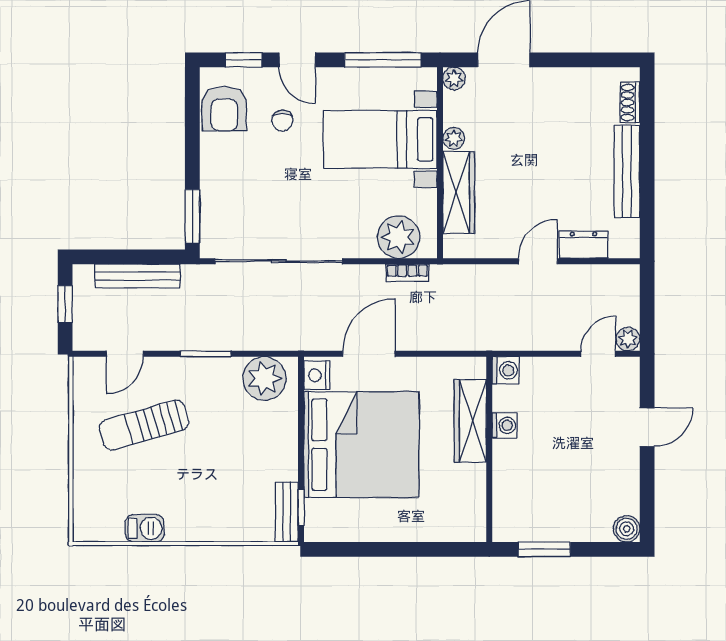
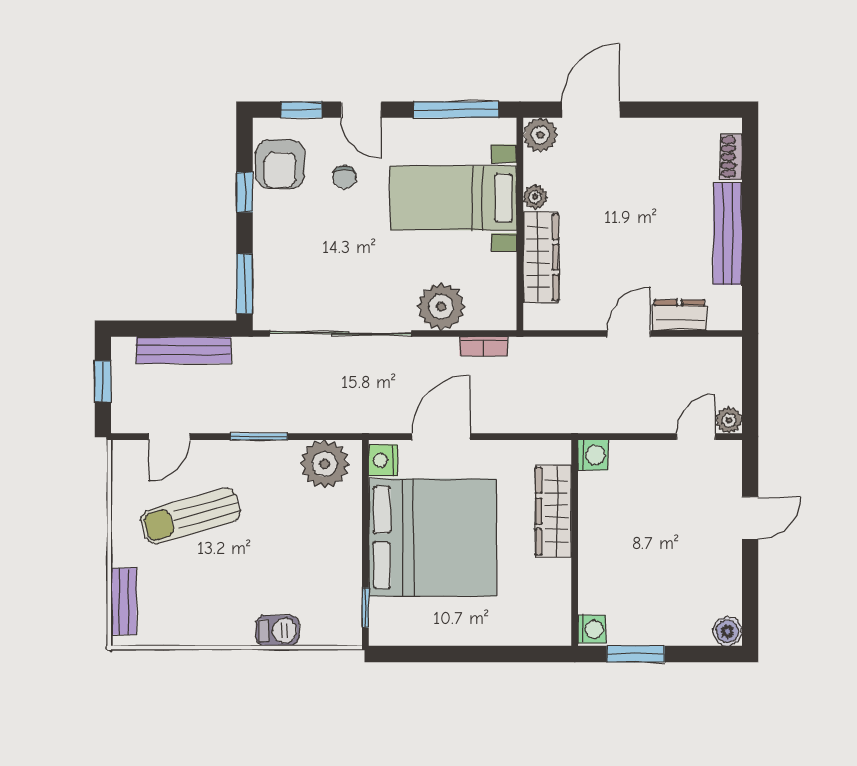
plant: (454, 78) -> (540, 135), width x1.38, depth x1.38
window: (192, 134) -> (245, 192), added
plant: (399, 237) -> (441, 307), moved
washing machine: (505, 425) -> (592, 629), moved
bench: (287, 512) -> (124, 601), moved
barbecue: (145, 528) -> (277, 631), moved

